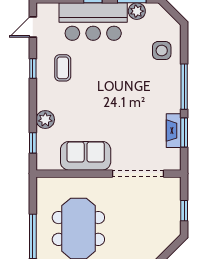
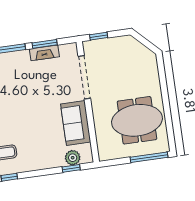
plant: (45, 120) -> (73, 158), moved
window: (184, 211) -> (99, 36), moved

